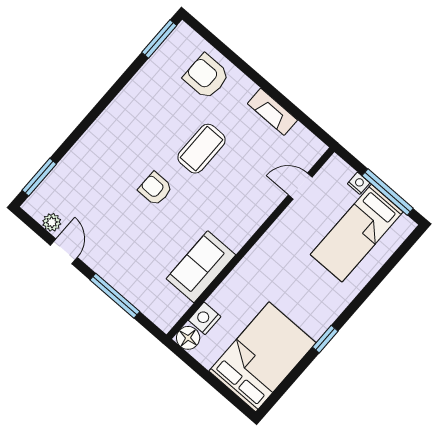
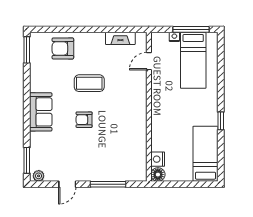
fireplace: (272, 112) -> (120, 38), moved
coffee table: (202, 149) -> (89, 83), turned 90
plant: (52, 222) -> (39, 176), moved
door: (64, 251) -> (67, 184), swing flipped
sofa: (201, 267) -> (41, 112), moved, turned 180
bed: (262, 357) -> (205, 154), width x0.67

